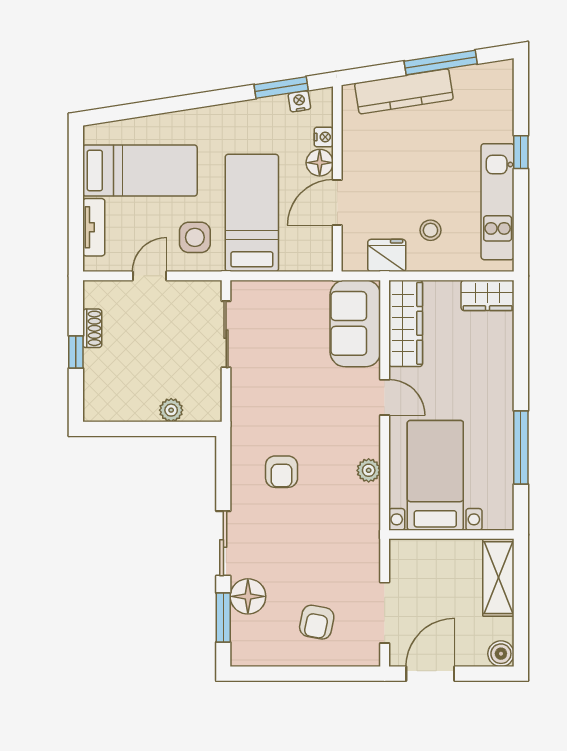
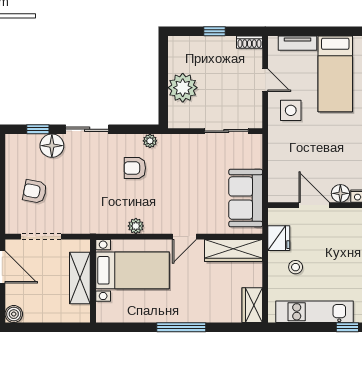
bed: (252, 213) -> (307, 148), removed
sofa: (355, 323) -> (246, 198), moved, turned -90
shoe rack: (92, 328) -> (249, 42), moved
plant: (171, 410) -> (183, 88), width x1.87, depth x1.87
window: (521, 447) -> (181, 327), moved
plant: (241, 449) -> (150, 141), added
shelving: (498, 578) -> (80, 278), moved, turned 90
window: (223, 617) -> (38, 129), width x0.67

